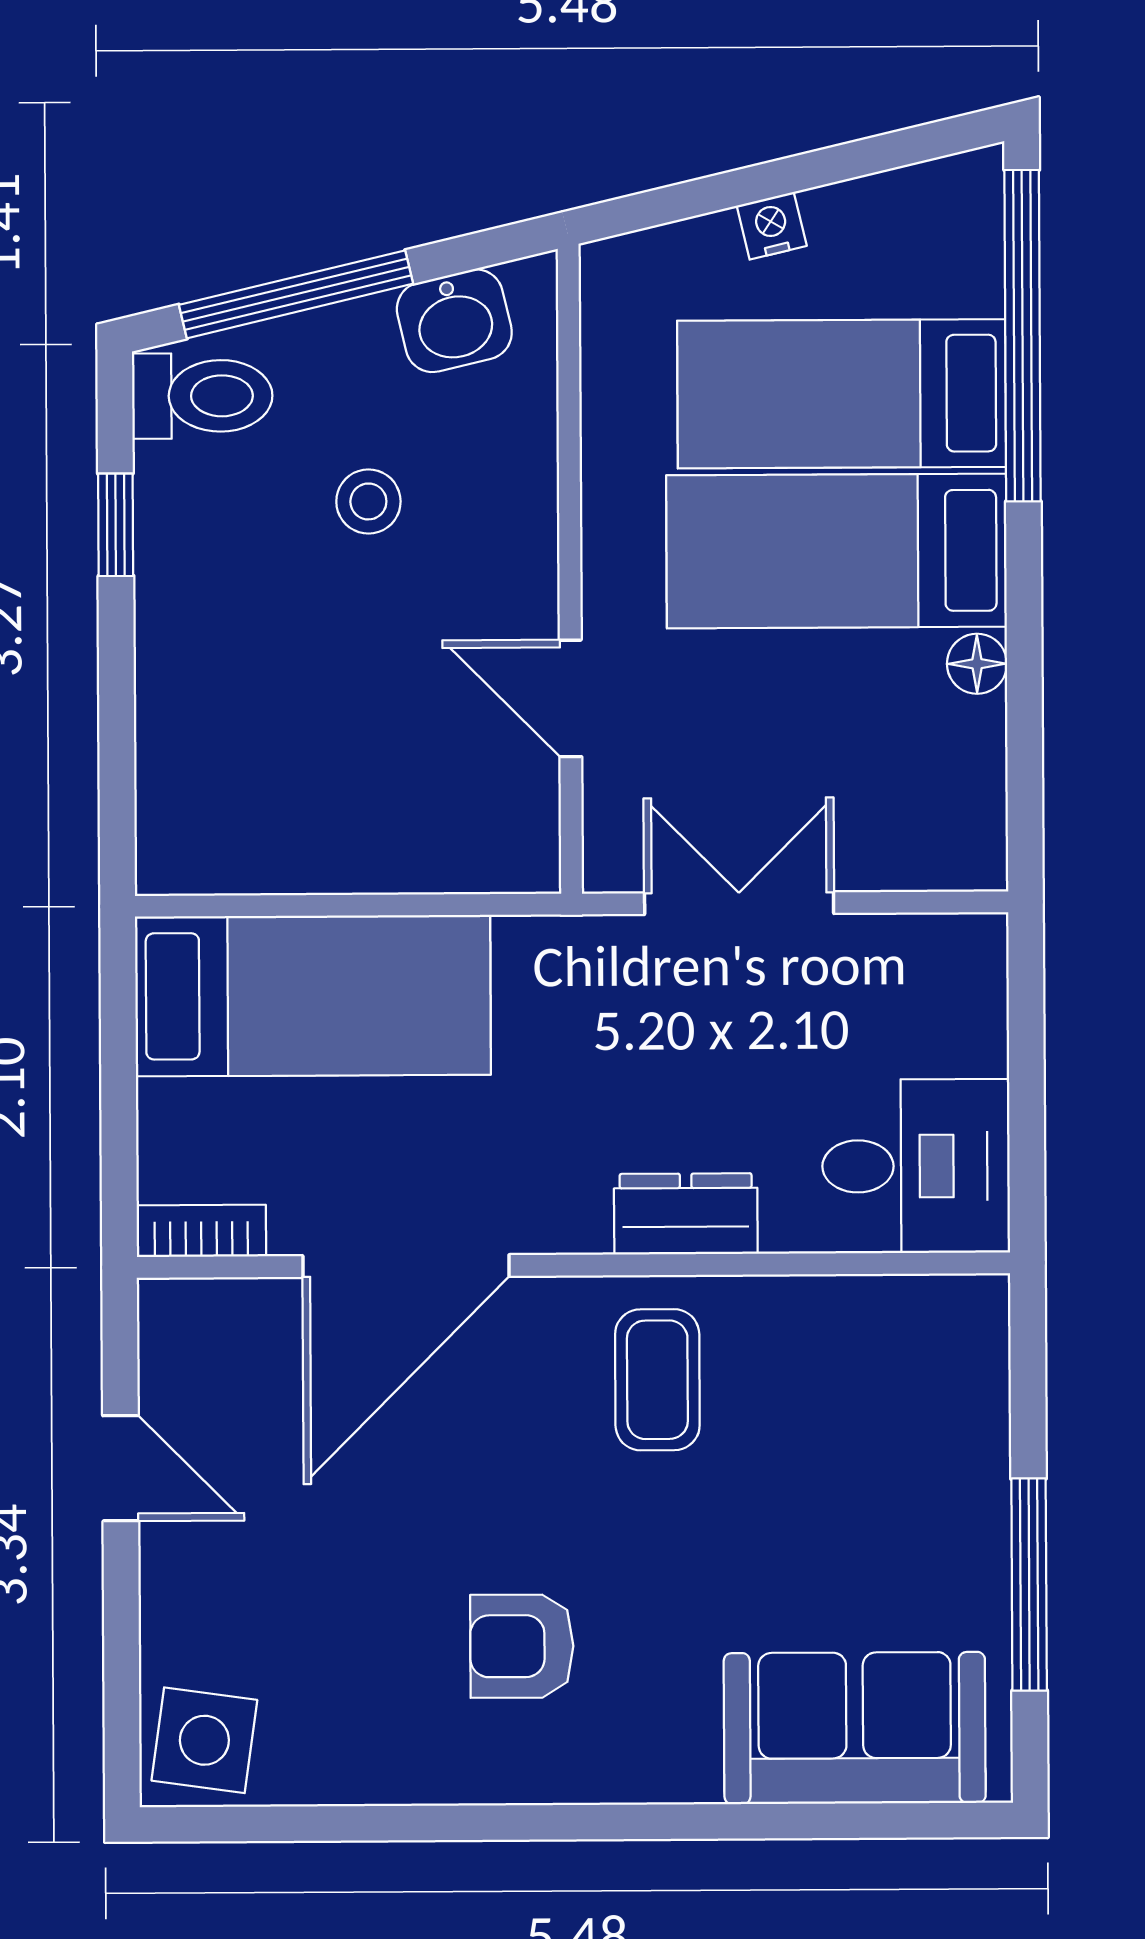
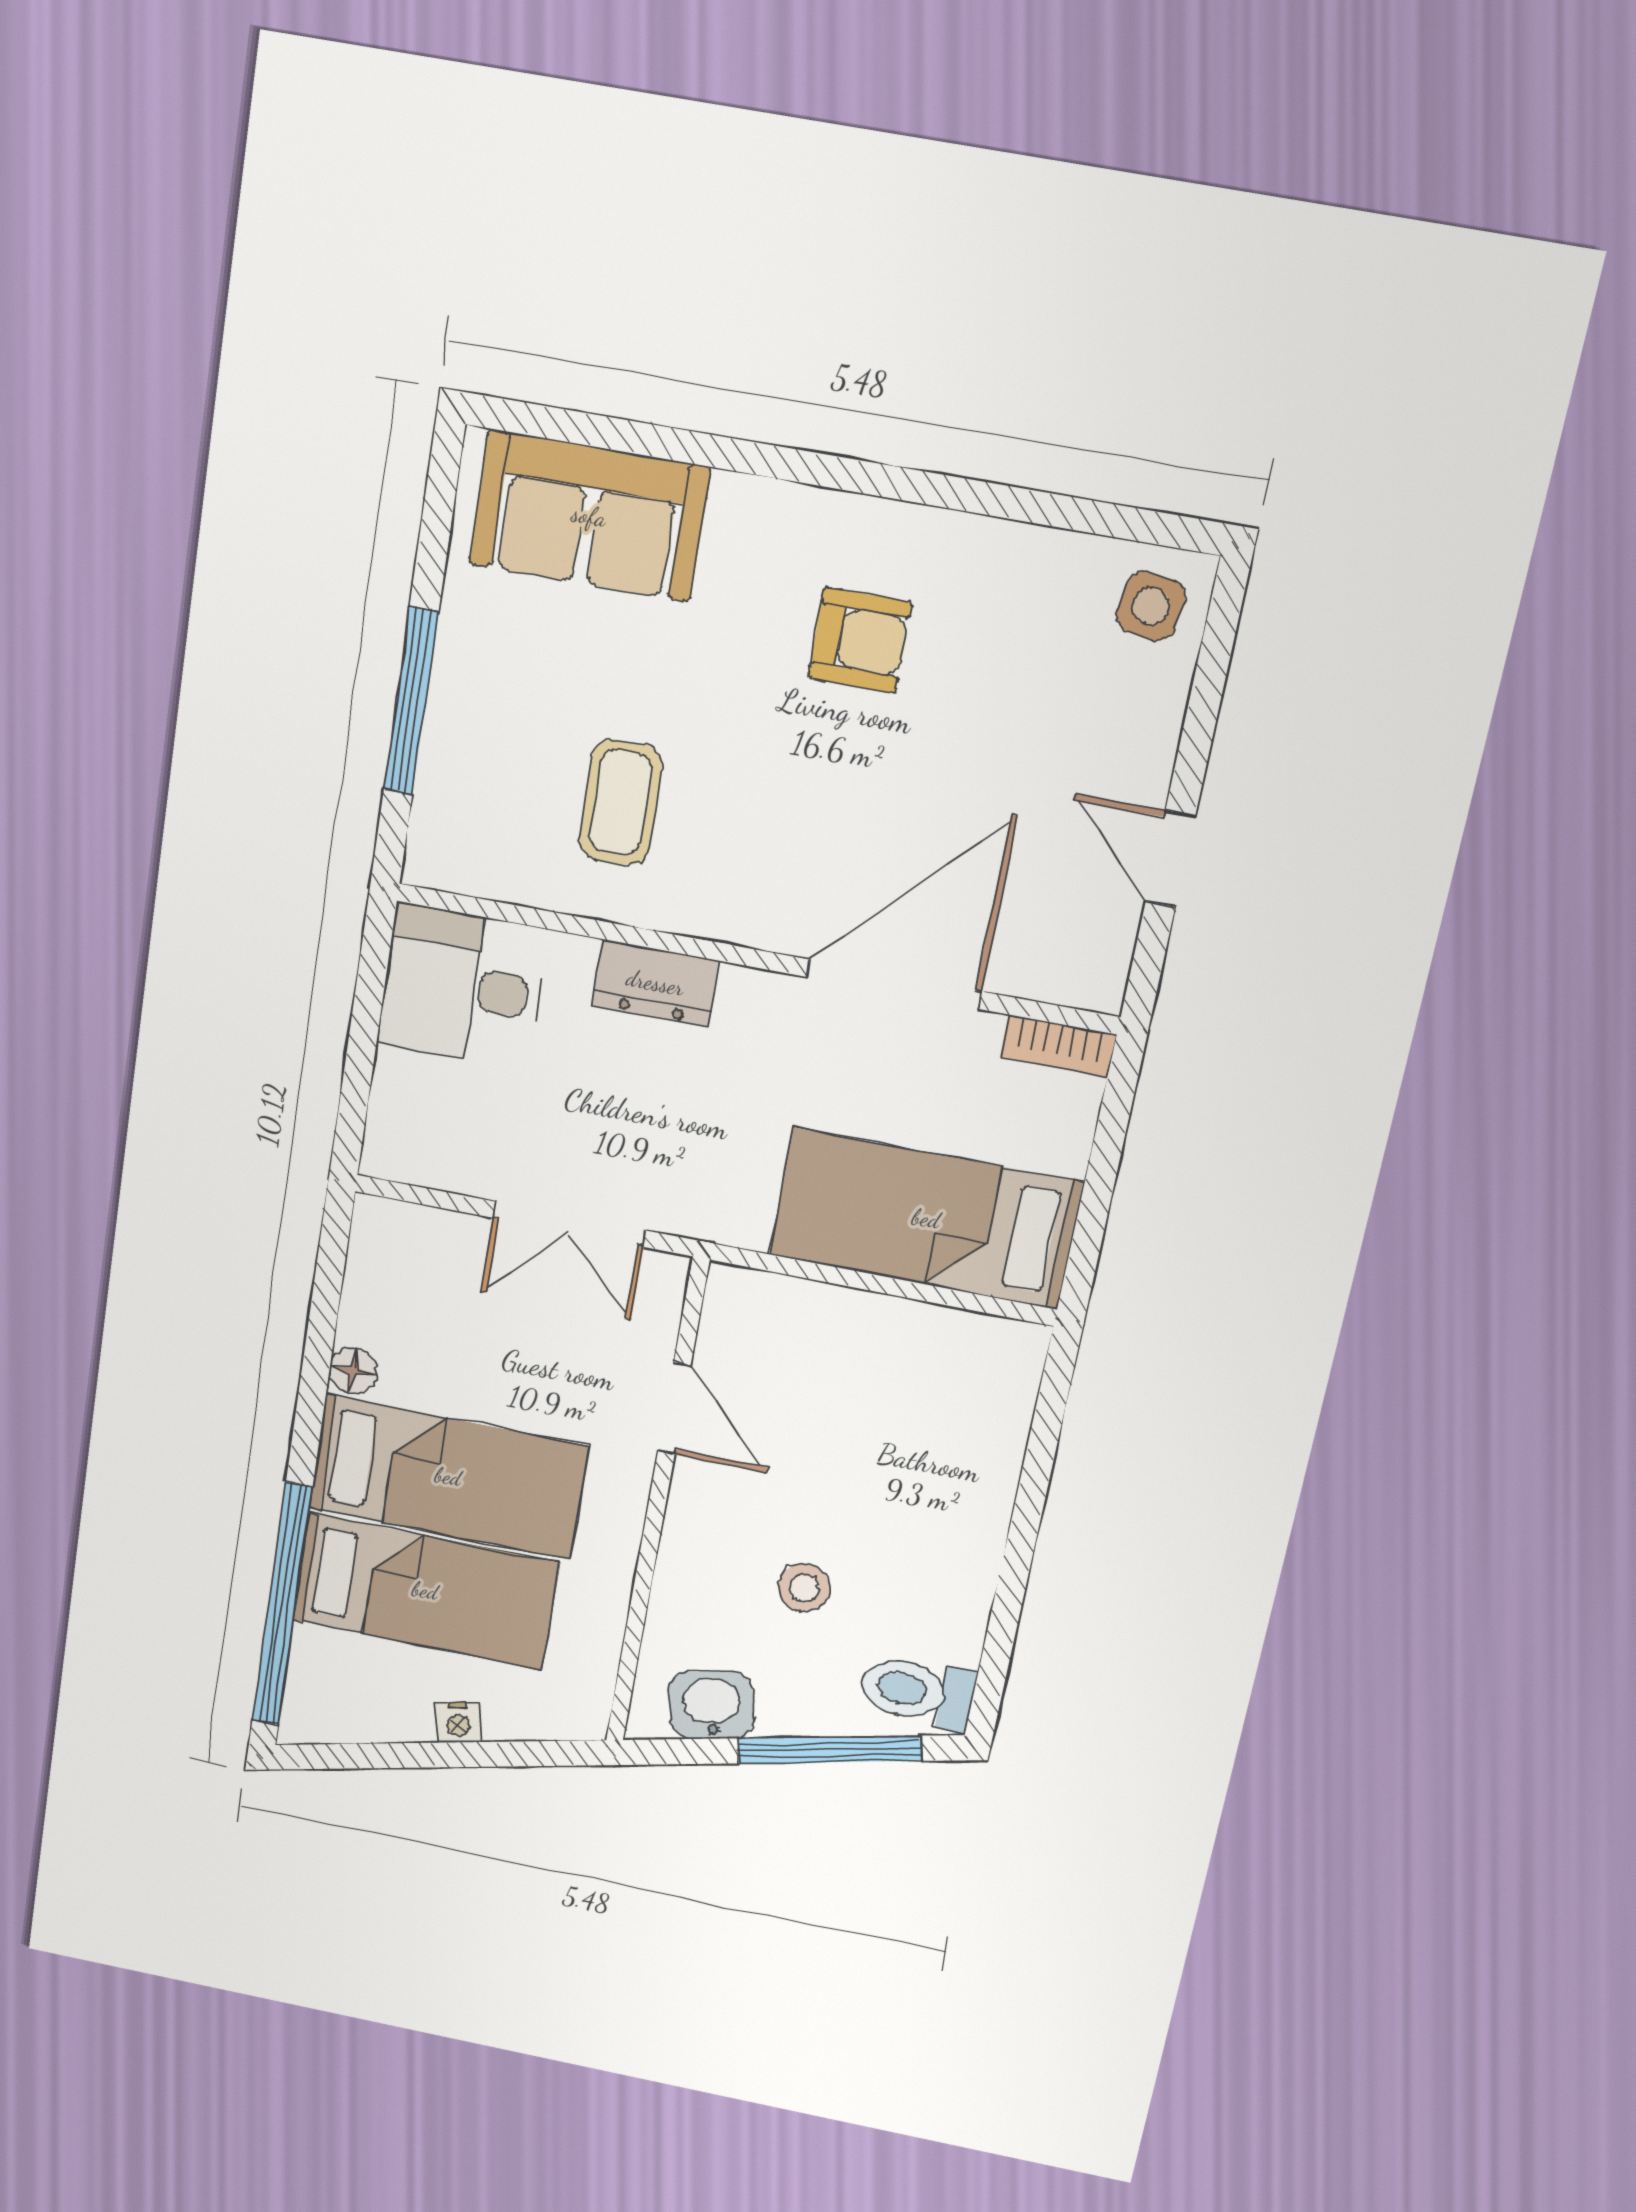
window: (116, 525) -> (1006, 1611), removed
coffee table: (657, 1380) -> (620, 802), moved
window: (1029, 1585) -> (411, 701), moved
side table: (204, 1740) -> (1151, 606), width x0.73, depth x0.73

